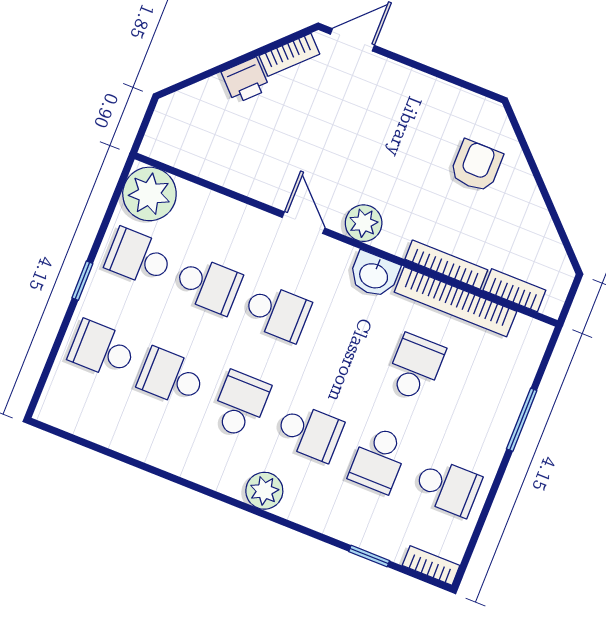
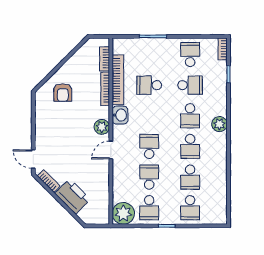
printer: (245, 80) -> (73, 196), width x1.87, depth x1.48
armchair: (476, 166) -> (63, 92), turned -90
school desk: (240, 405) -> (190, 146), turned -90
school desk: (309, 432) -> (190, 116), turned 180

